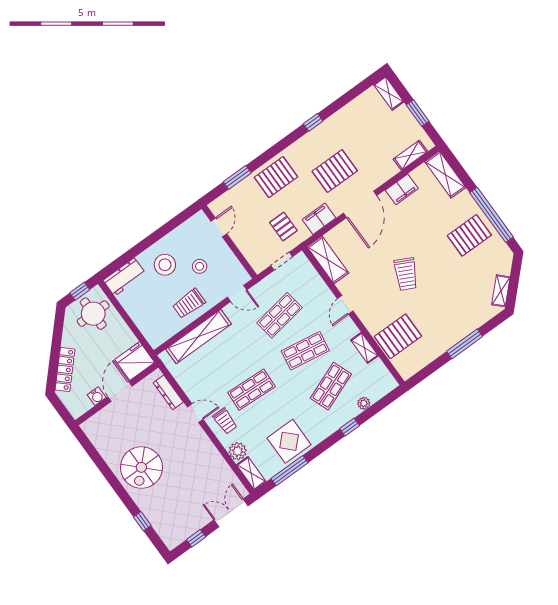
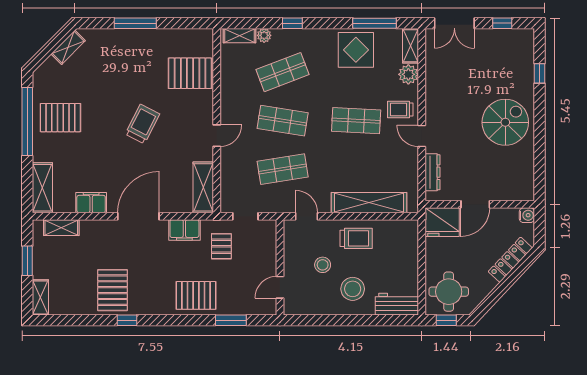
pallet: (335, 171) -> (113, 290), moved, turned 90
shelving: (364, 348) -> (240, 36), moved, turned 90
water cooler: (97, 396) -> (527, 215), moved, turned 90
trolley: (225, 421) -> (400, 110), turned -90

